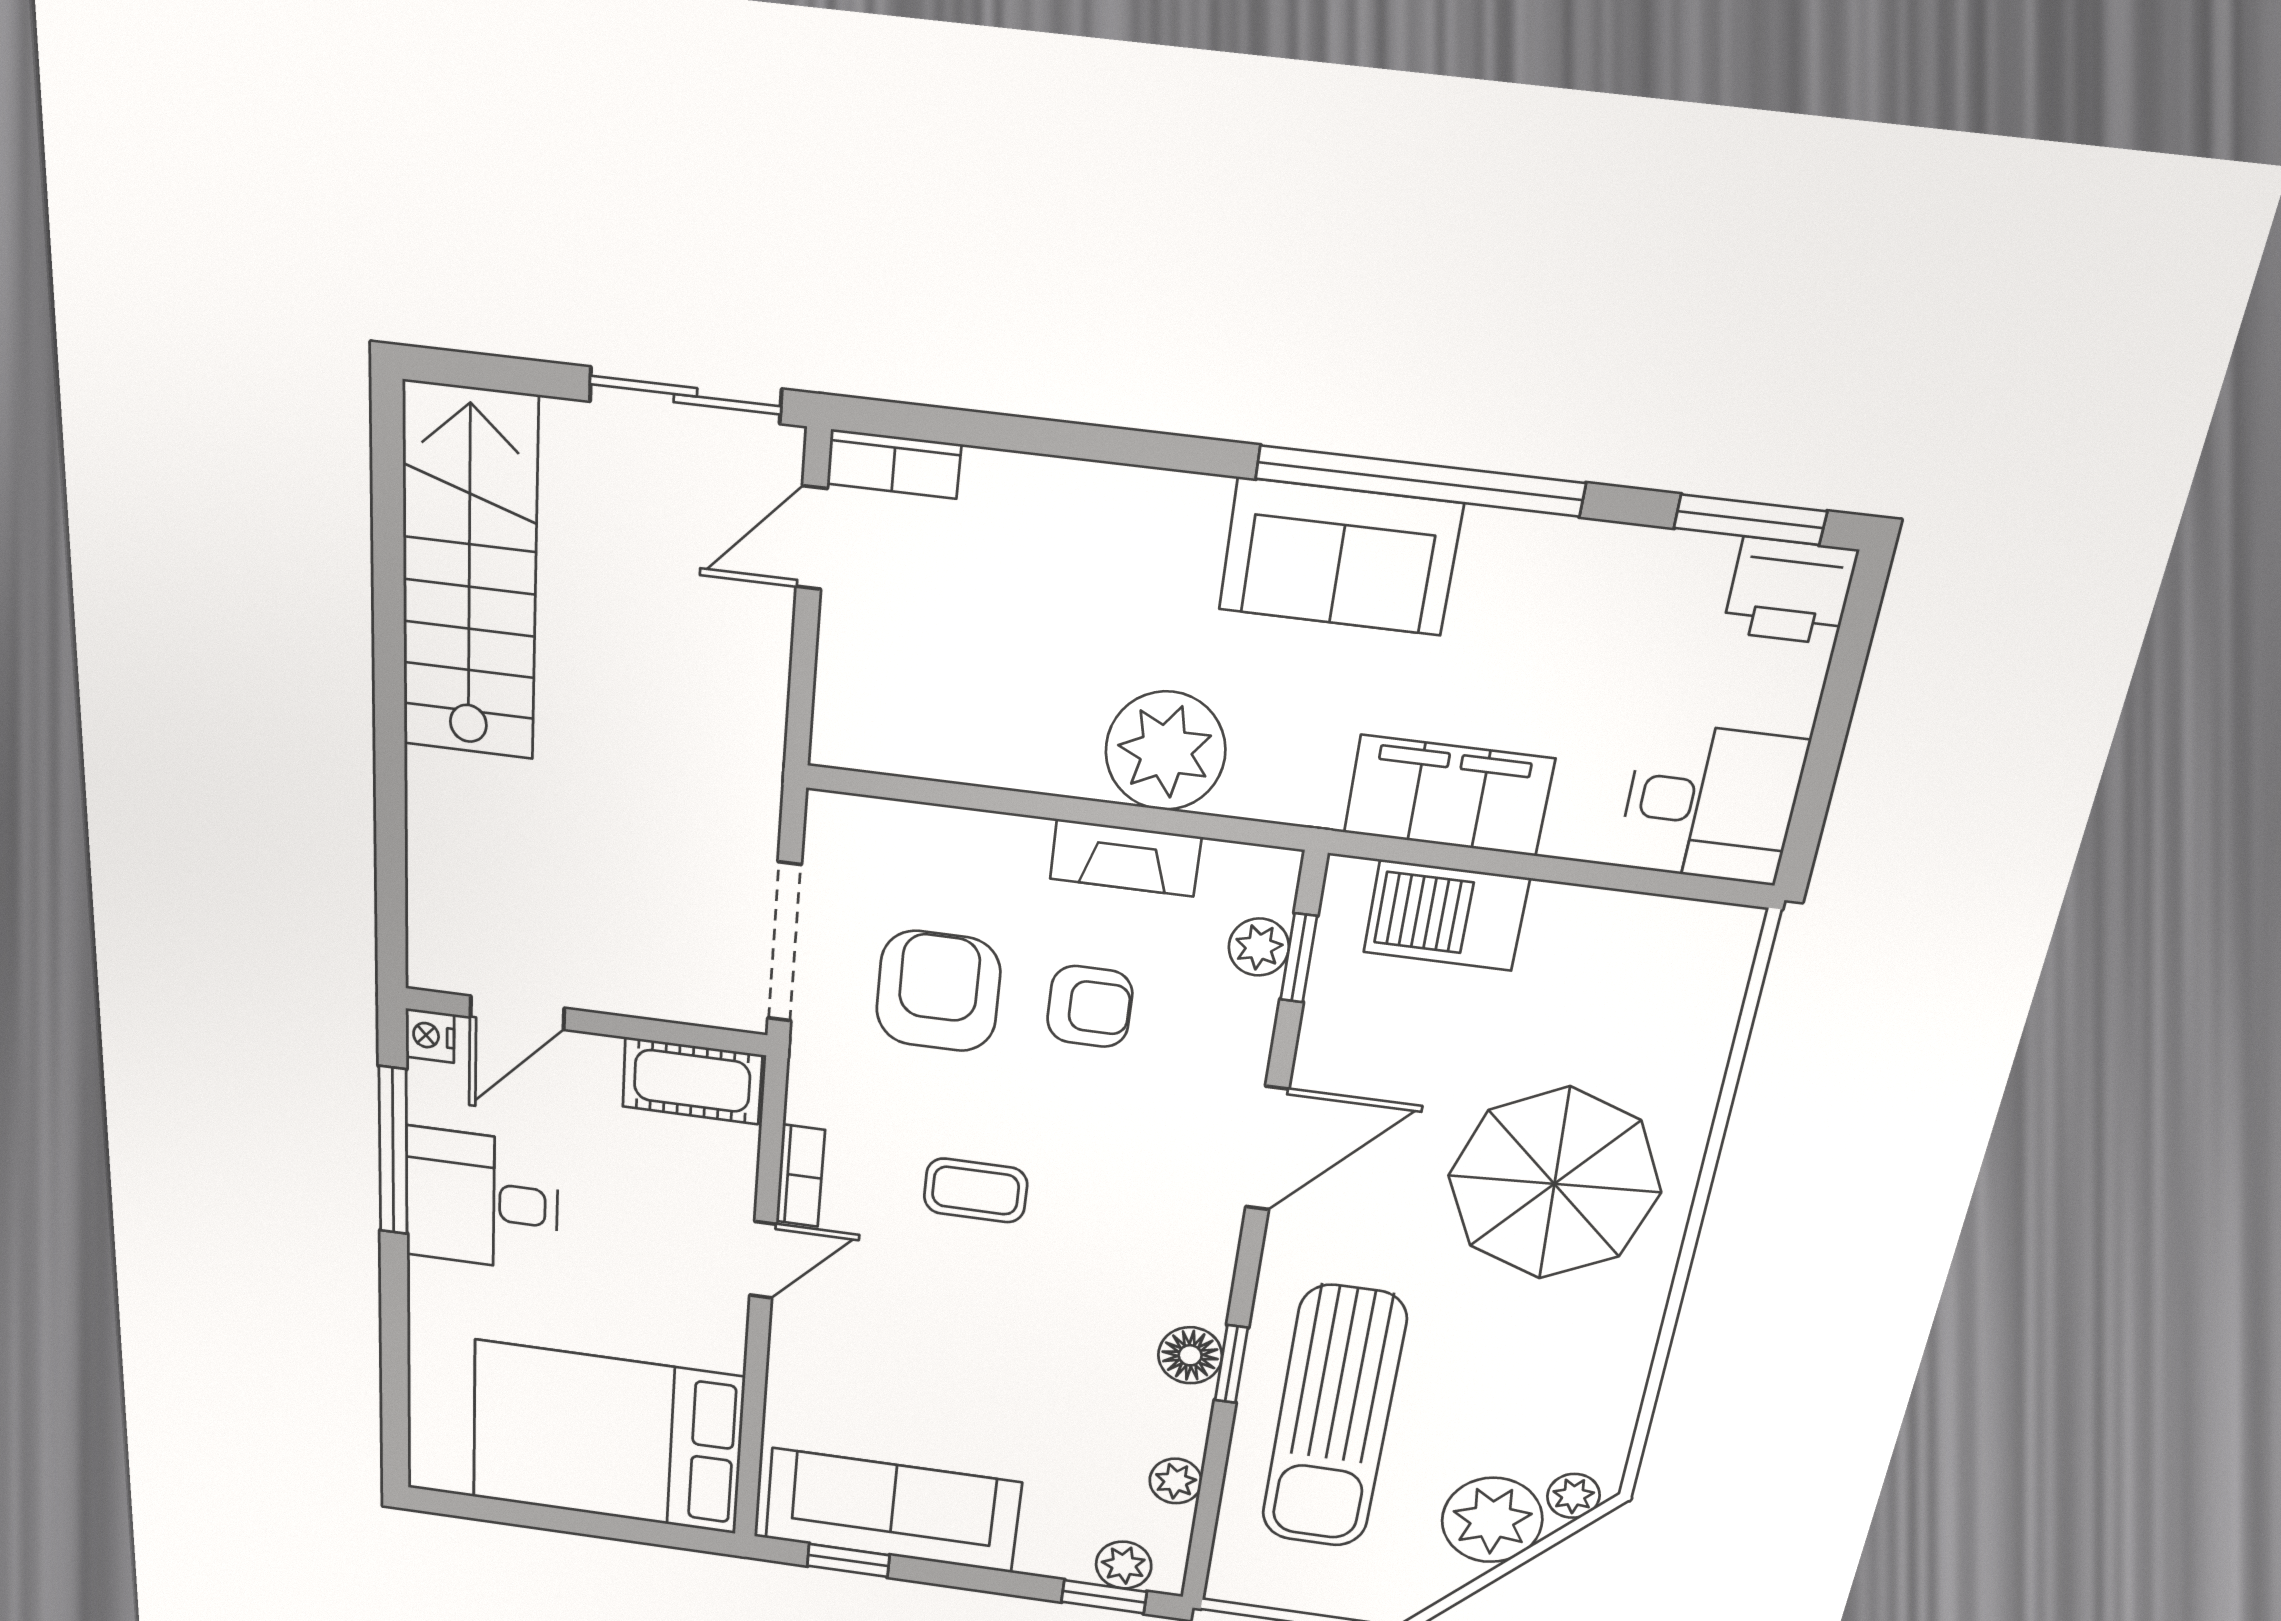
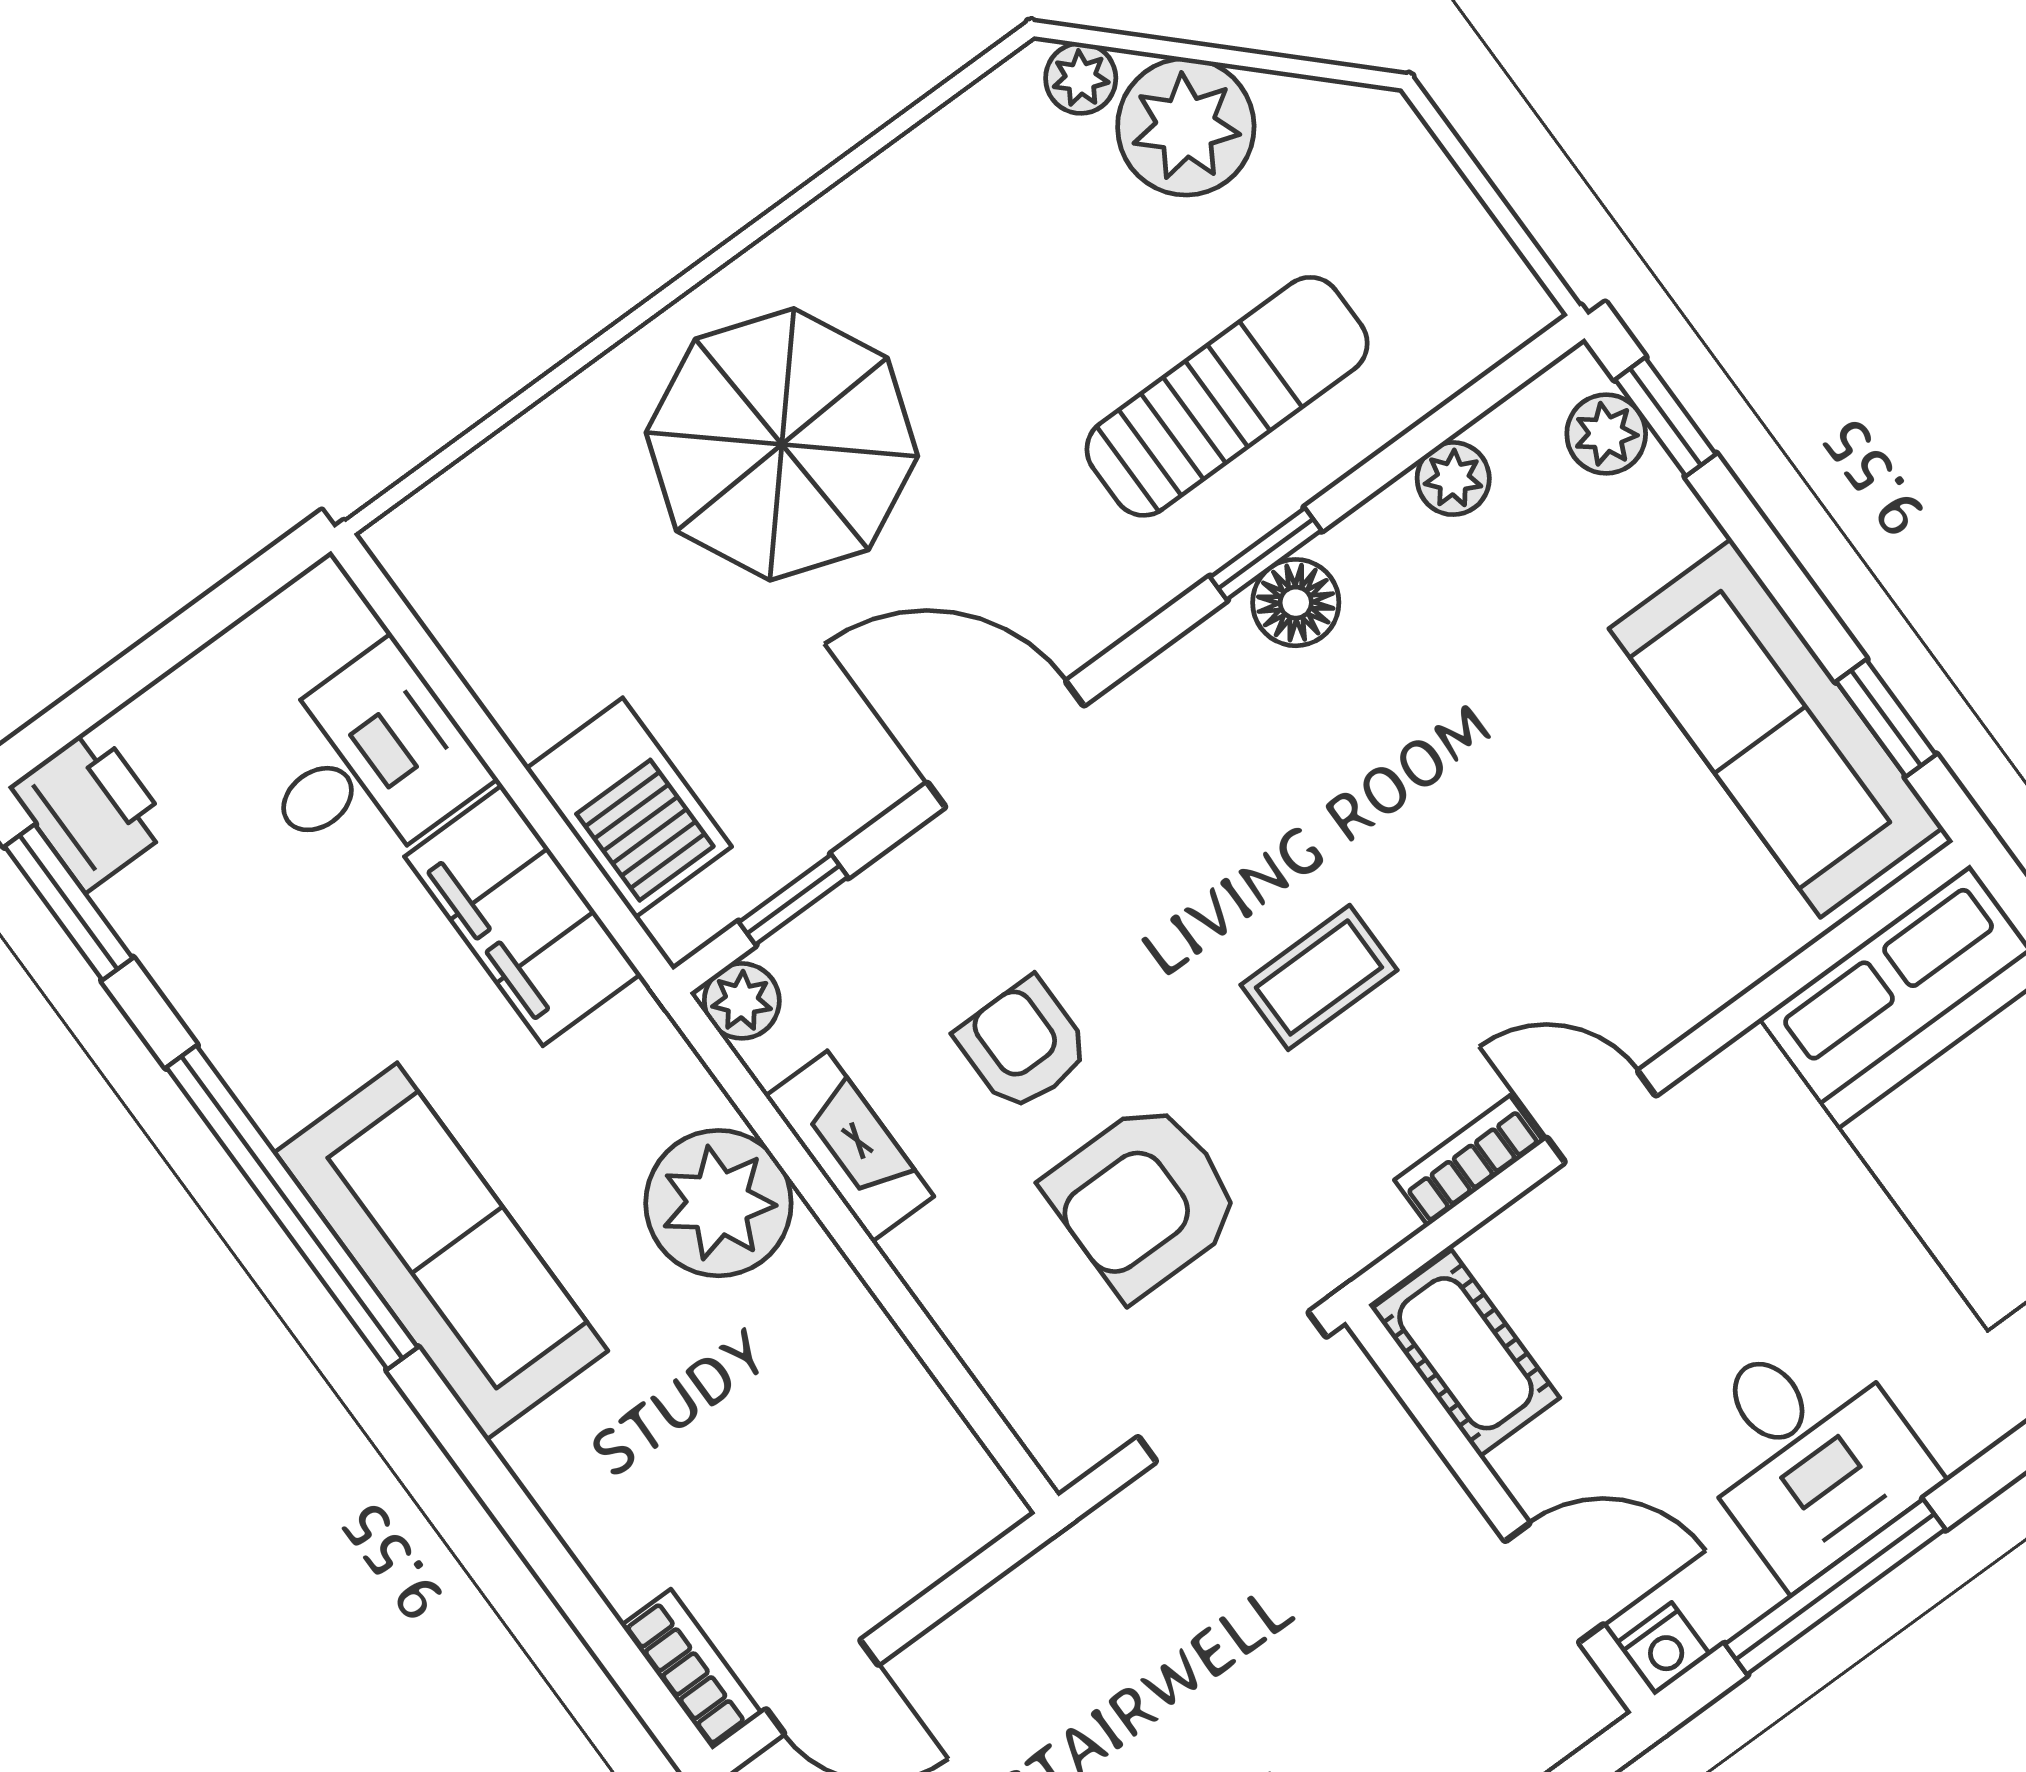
sofa: (1340, 557) -> (441, 1252), width x1.36
desk: (1711, 804) -> (366, 763), moved, turned 90
plant: (1259, 947) -> (742, 1001), moved
coffee table: (976, 1190) -> (1319, 977), turned 90
sun lounger: (1333, 1418) -> (1227, 396), width x0.73, depth x0.75

